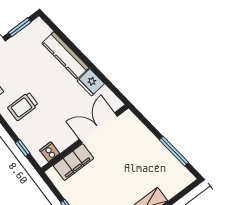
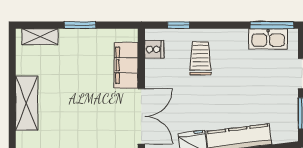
trolley: (23, 106) -> (200, 58), moved

